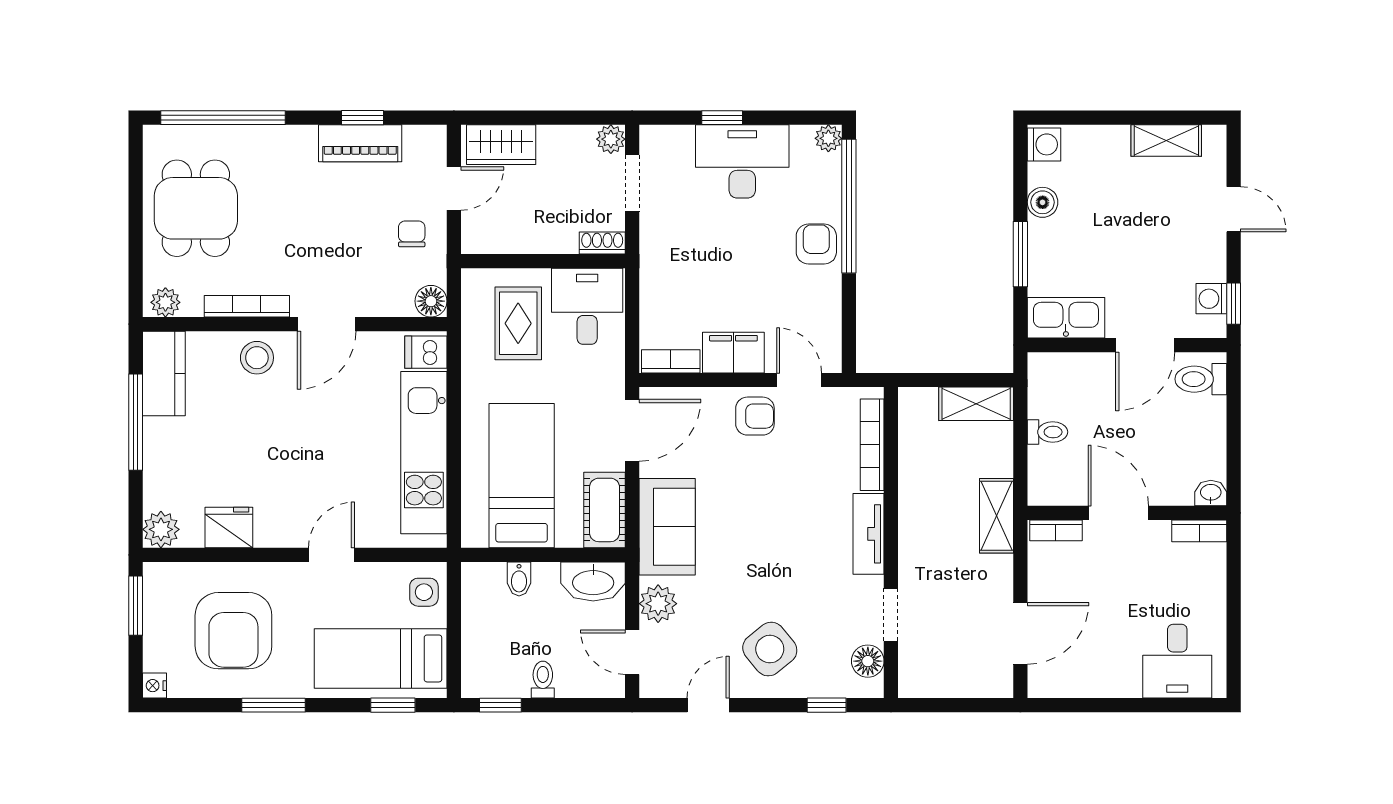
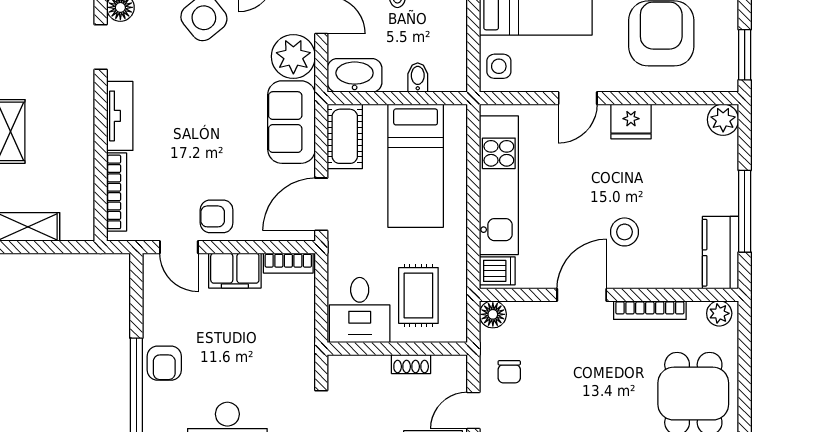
shoe rack: (602, 243) -> (411, 364), moved
stool: (257, 358) -> (625, 232), moved
fridge: (229, 527) -> (631, 121), moved
plant: (658, 604) -> (293, 56), width x1.36, depth x1.36

